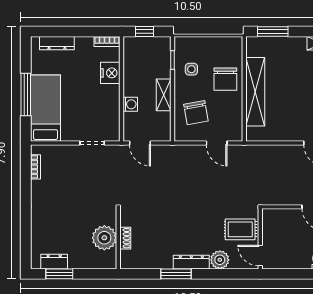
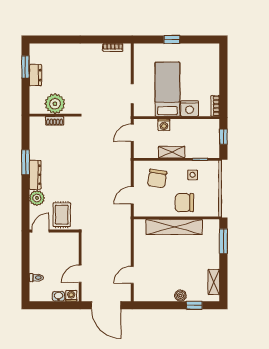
dresser: (57, 43) -> (214, 65), removed
window: (26, 94) -> (172, 40), width x0.46
bed: (46, 108) -> (167, 89), moved, turned -90
chair: (196, 113) -> (157, 179), turned -71
dresser: (54, 262) -> (35, 75), moved

